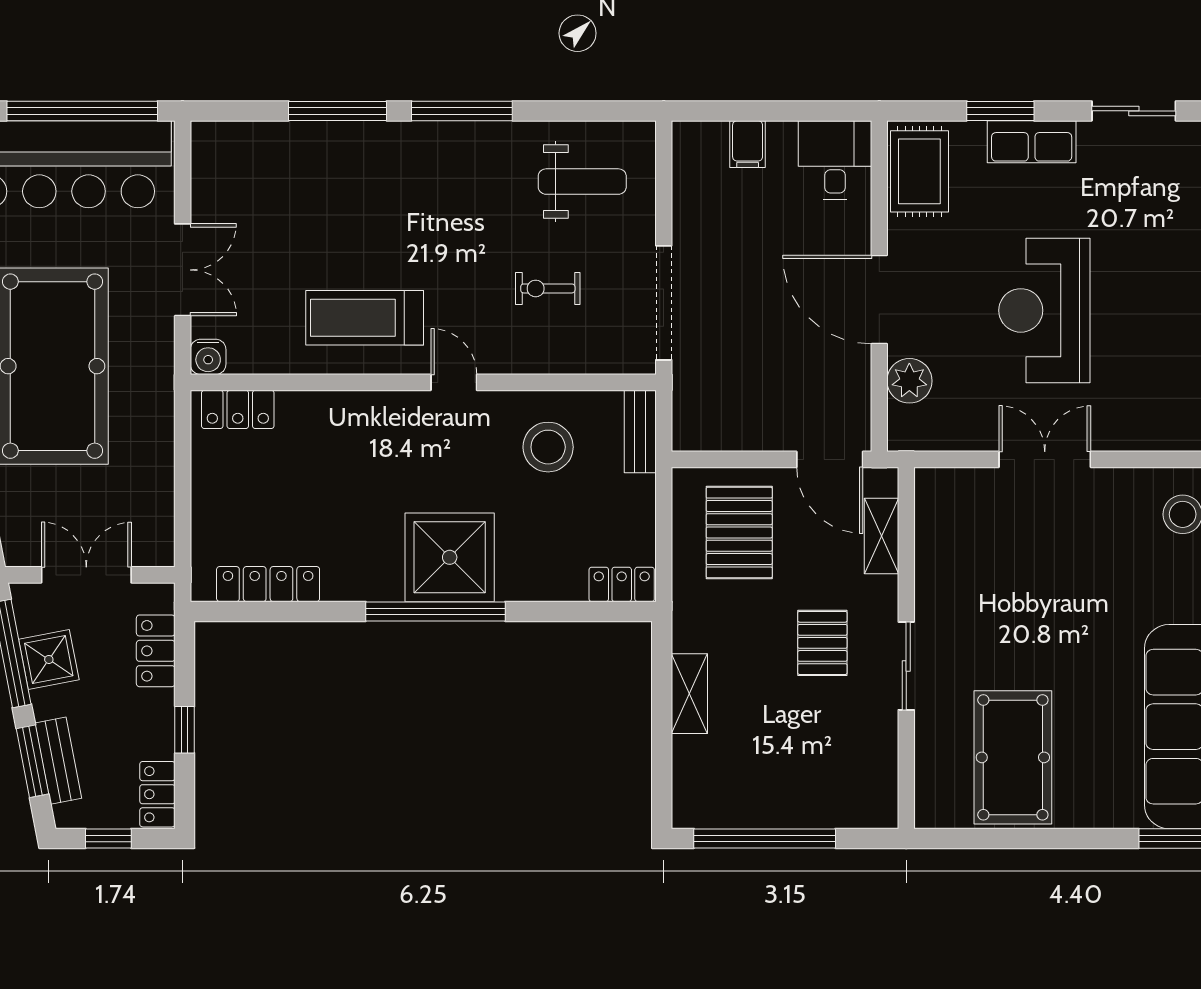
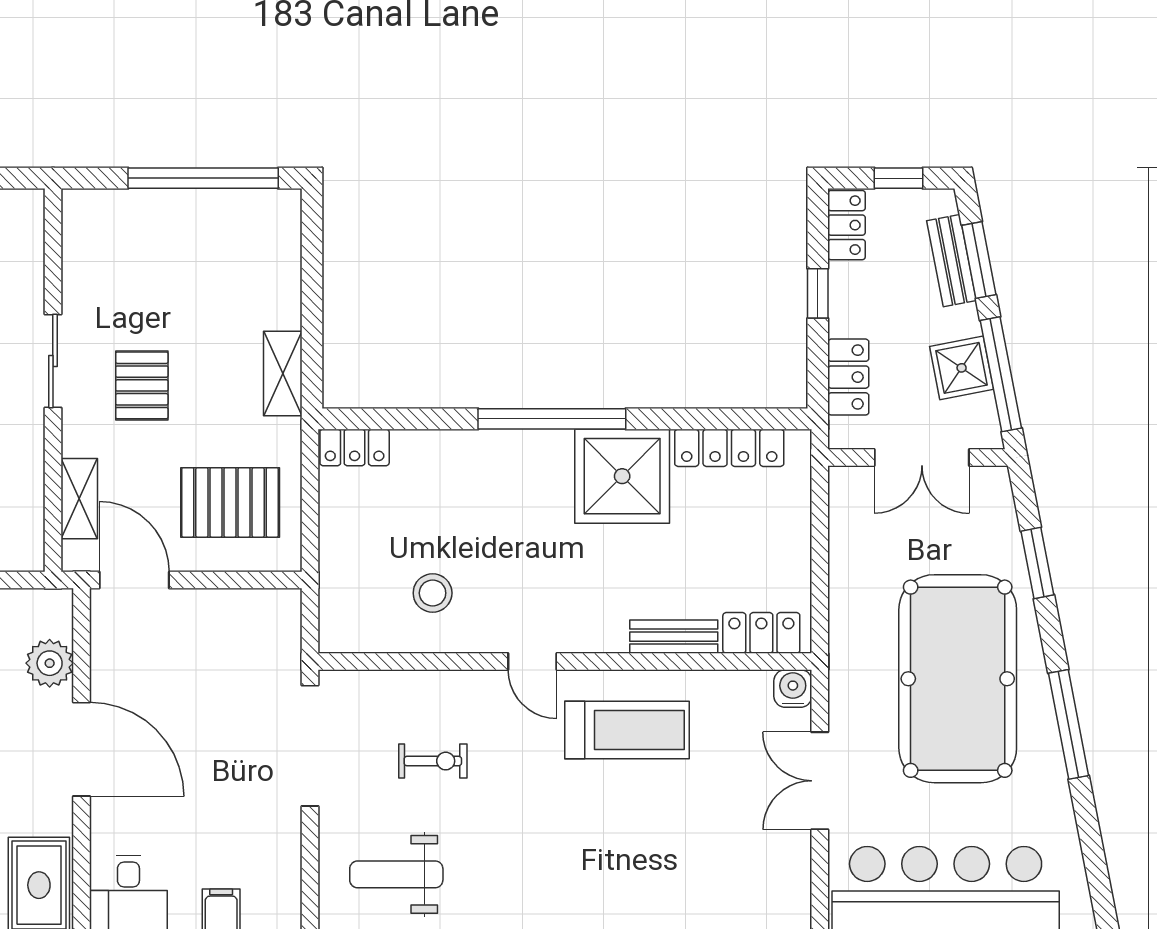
bench: (640, 431) -> (674, 637), moved, turned 90
stool: (548, 447) -> (433, 593), width x0.73, depth x0.73
pallet: (739, 533) -> (230, 502), turned 90
shower: (450, 557) -> (622, 476), moved
shelving: (689, 694) -> (283, 374), moved

